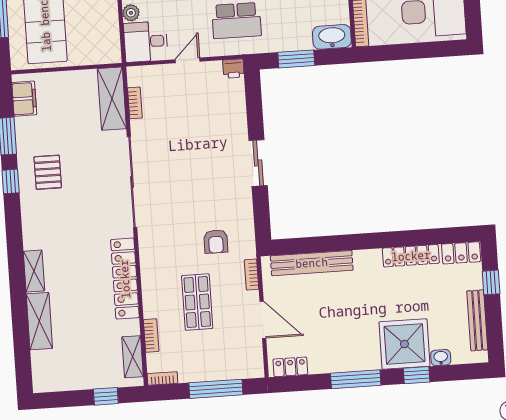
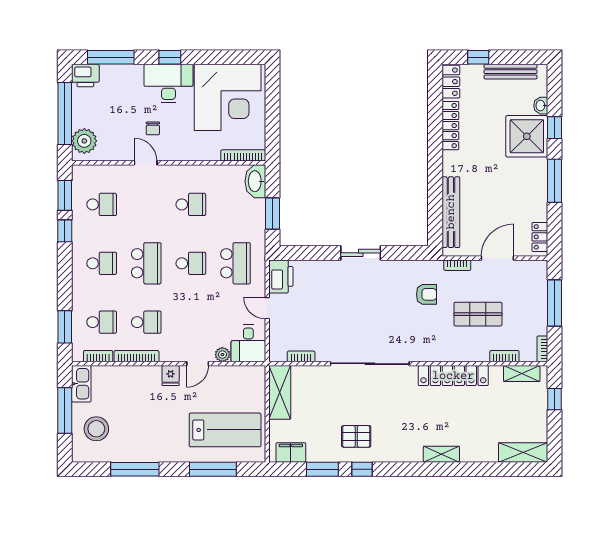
printer: (233, 69) -> (281, 276), width x1.87, depth x1.48
shelving: (112, 99) -> (280, 392), moved, turned 90
shelving: (39, 321) -> (523, 453), moved

